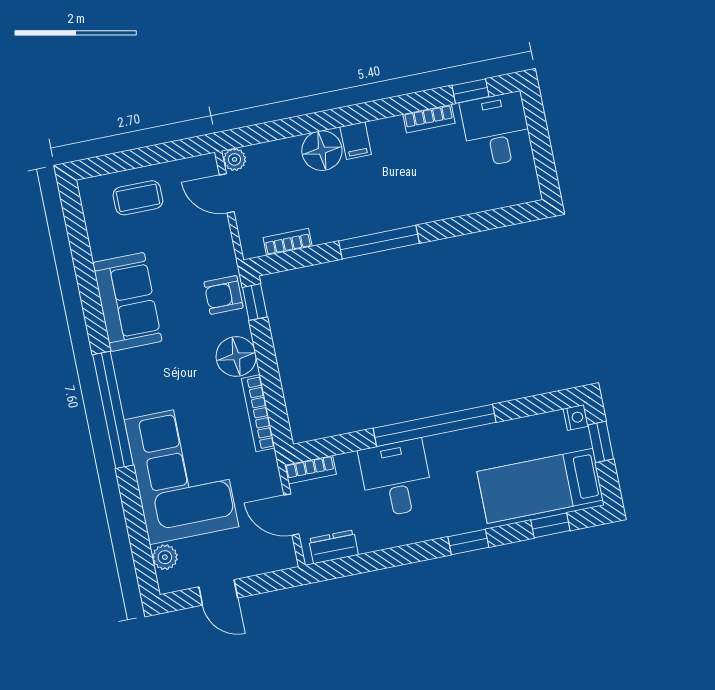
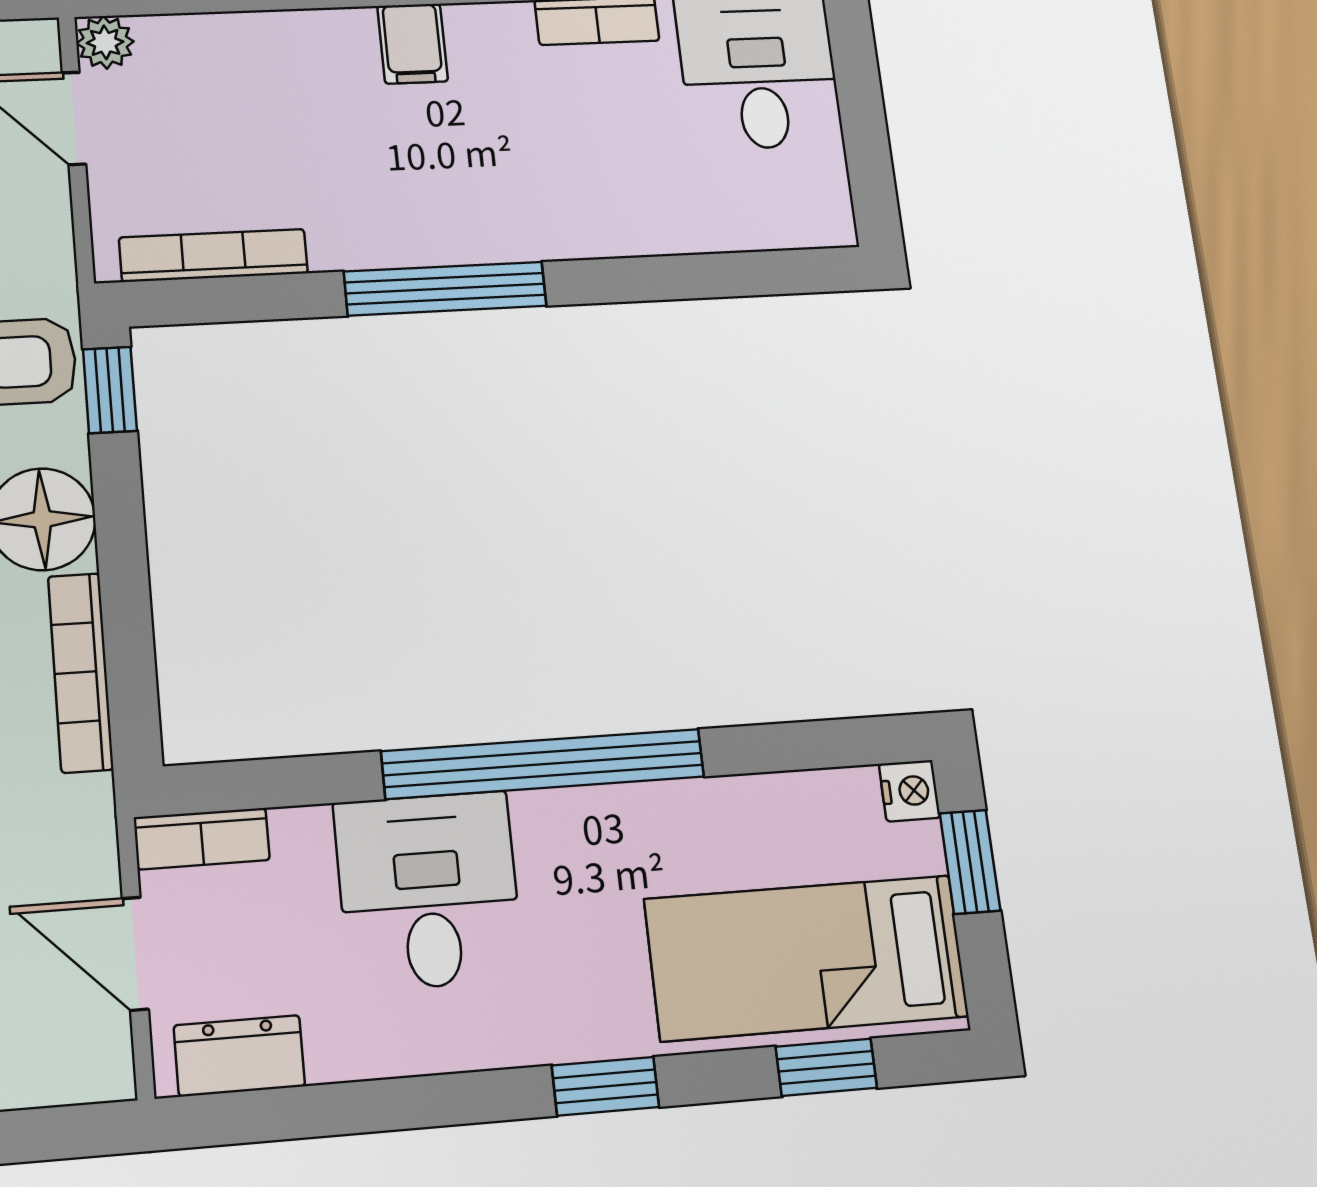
floor lamp: (322, 151) -> (326, 54), removed
bookcase: (288, 242) -> (214, 255), width x1.56

